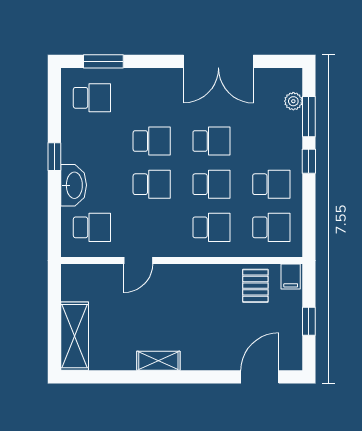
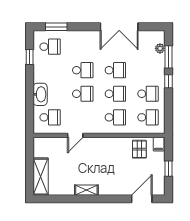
window: (54, 157) -> (30, 57), moved

